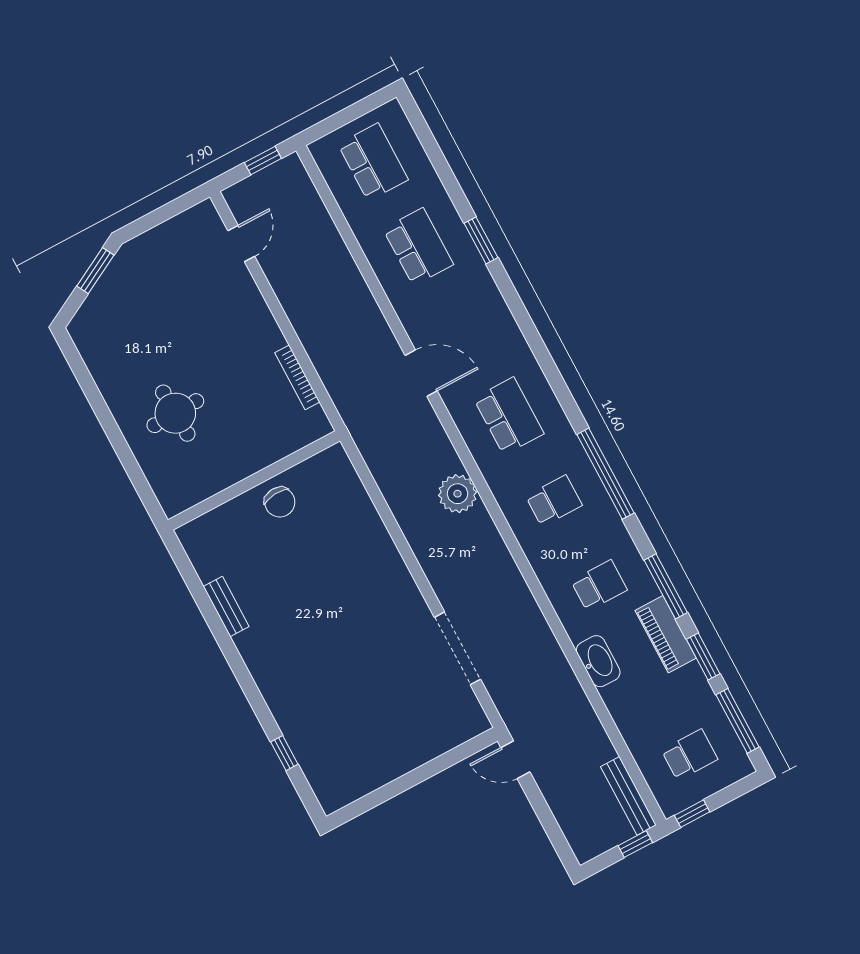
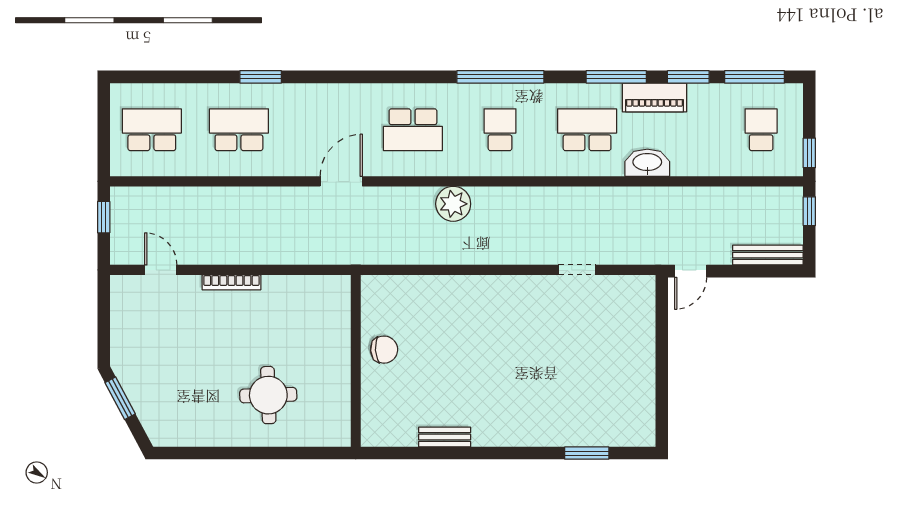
bookcase: (297, 377) -> (231, 282), moved
school desk: (509, 416) -> (413, 130), turned 180
school desk: (599, 585) -> (587, 130), width x1.85
doorway: (457, 648) -> (577, 270), width x0.53
window: (284, 753) -> (587, 453), width x1.50
bench: (628, 796) -> (768, 255), moved

